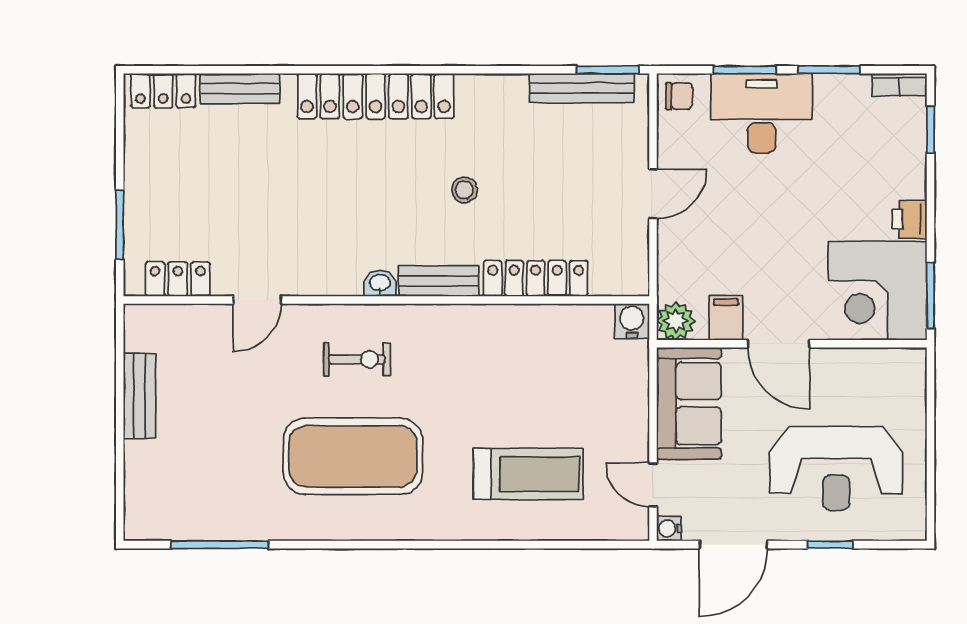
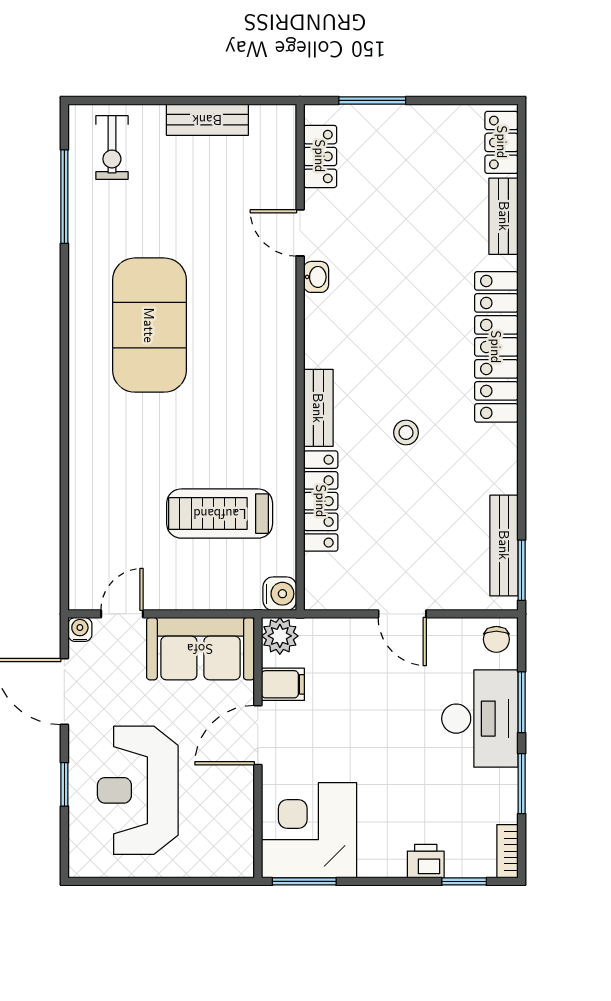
printer: (909, 219) -> (426, 861), moved
washbasin: (380, 283) -> (316, 277), moved
exercise bike: (357, 359) -> (112, 148), moved
treadmill: (529, 474) -> (220, 514), moved, turned 90

